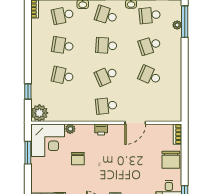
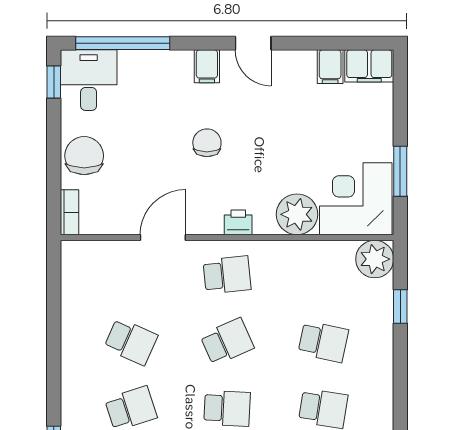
plant: (70, 129) -> (297, 214), width x1.88, depth x1.88
chair: (78, 159) -> (207, 143), moved

